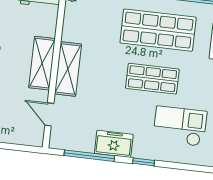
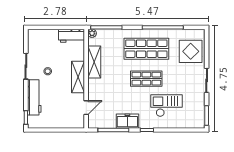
shelving: (68, 69) -> (94, 62), moved
door: (49, 114) -> (86, 108), swing flipped

